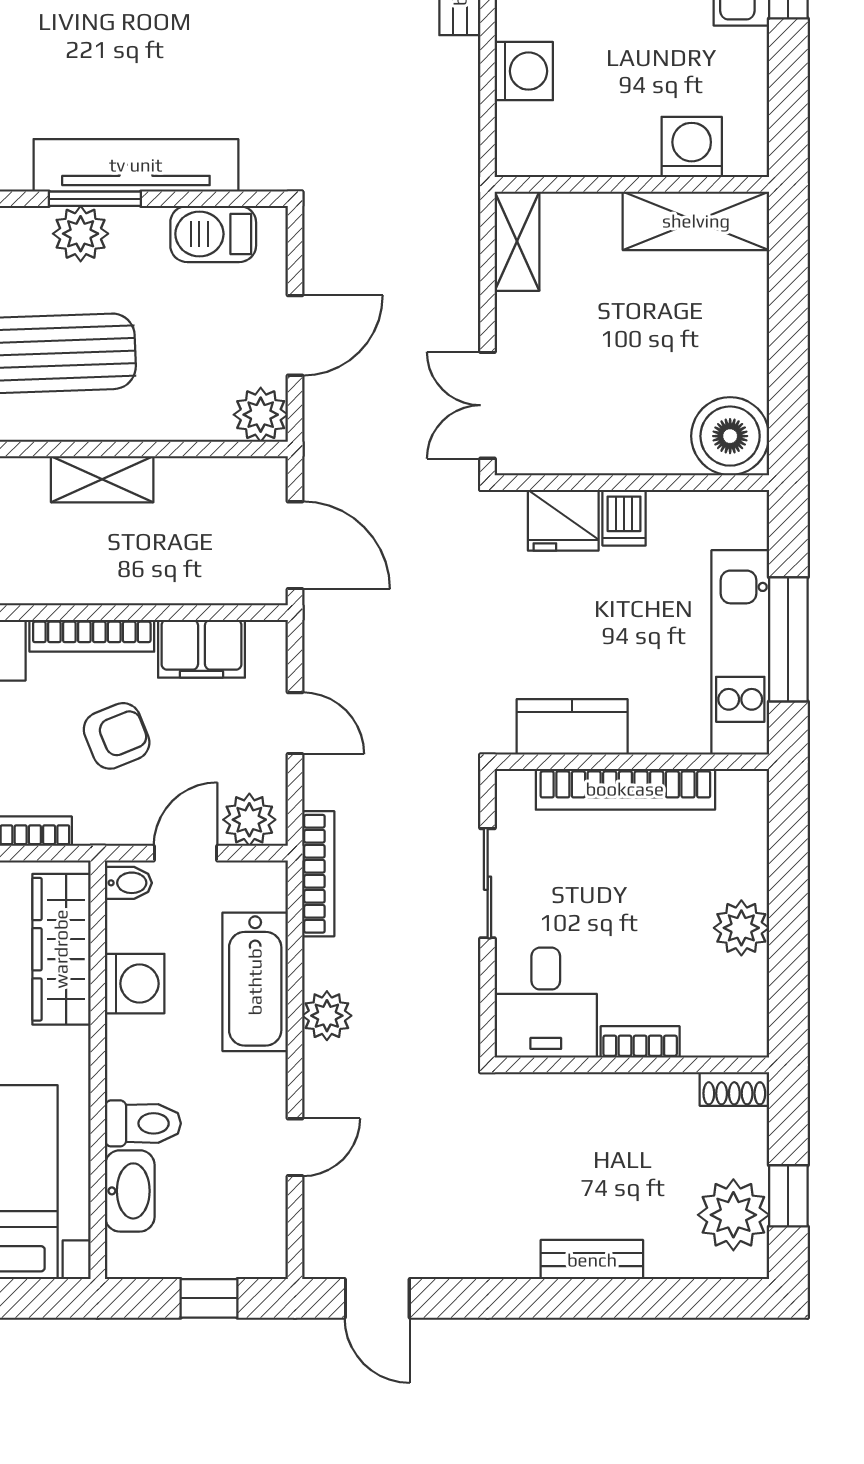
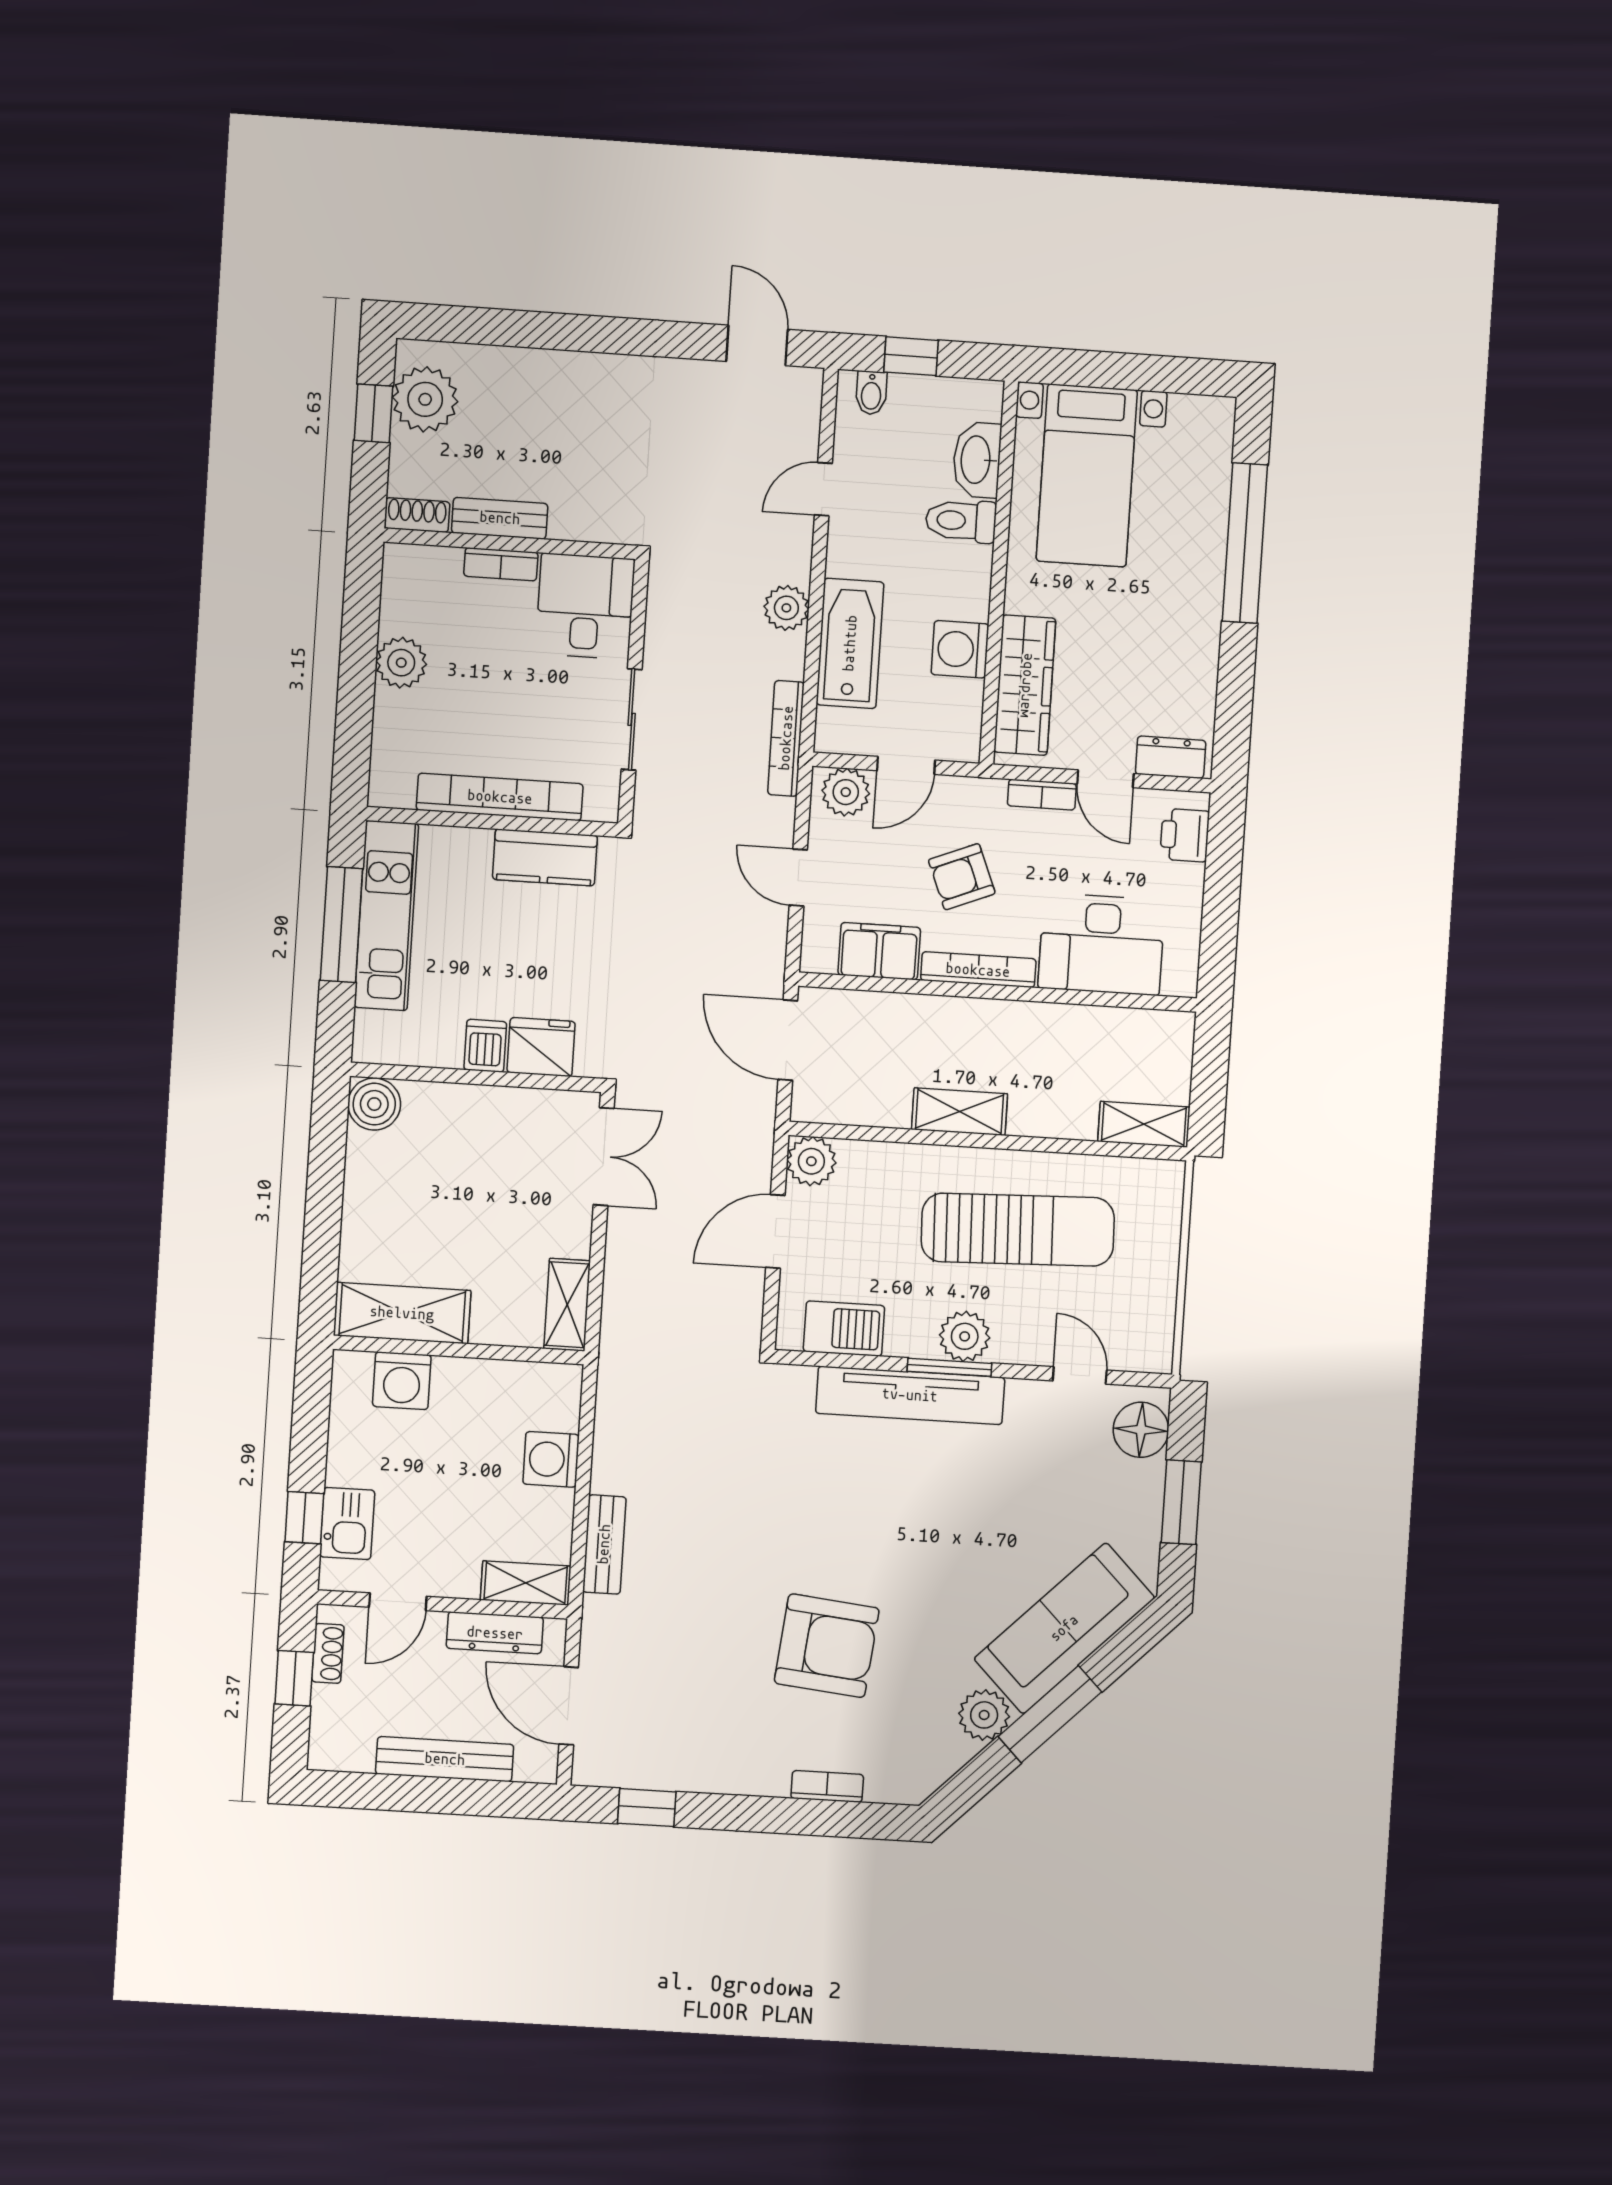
boiler: (730, 436) -> (374, 1104), width x0.73, depth x0.73
bidet: (128, 883) -> (871, 393), moved, turned -90
bench: (592, 1260) -> (500, 518), moved

